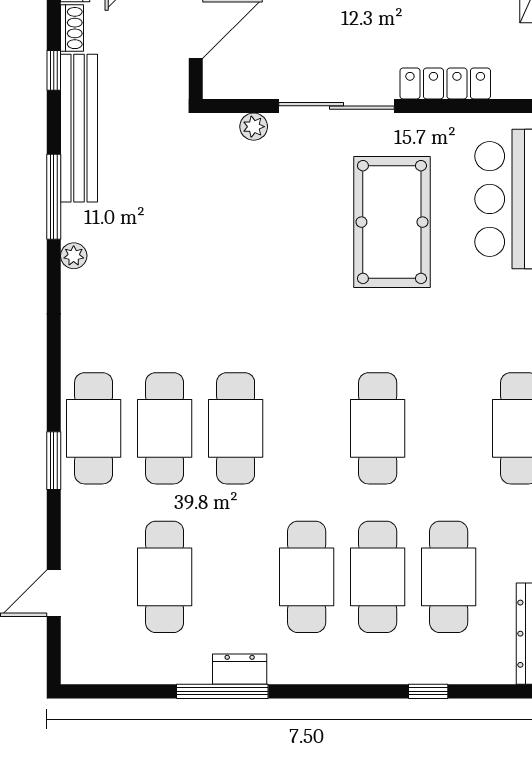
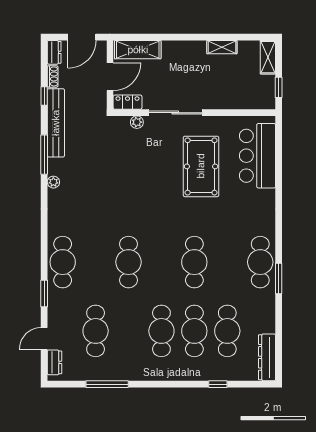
locker: (445, 83) -> (128, 102), moved, width x0.66
cafe table: (165, 428) -> (96, 262), removed
window: (54, 461) -> (44, 294), moved
dresser: (240, 669) -> (54, 362), moved, turned 90
window: (222, 691) -> (107, 384), moved

